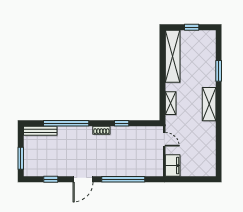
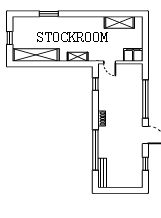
shelving: (209, 104) -> (119, 22), moved
window: (122, 123) -> (95, 84), moved
door: (164, 139) -> (110, 62), swing flipped
window: (21, 158) -> (127, 190), removed

